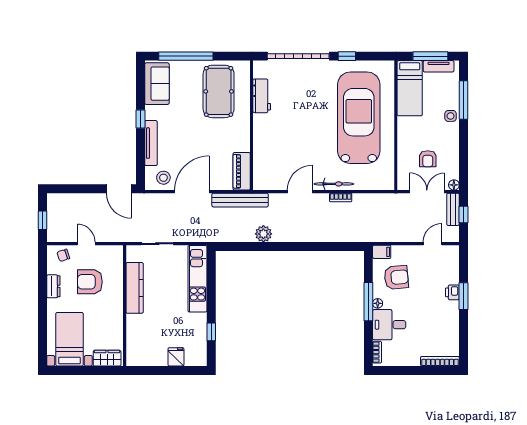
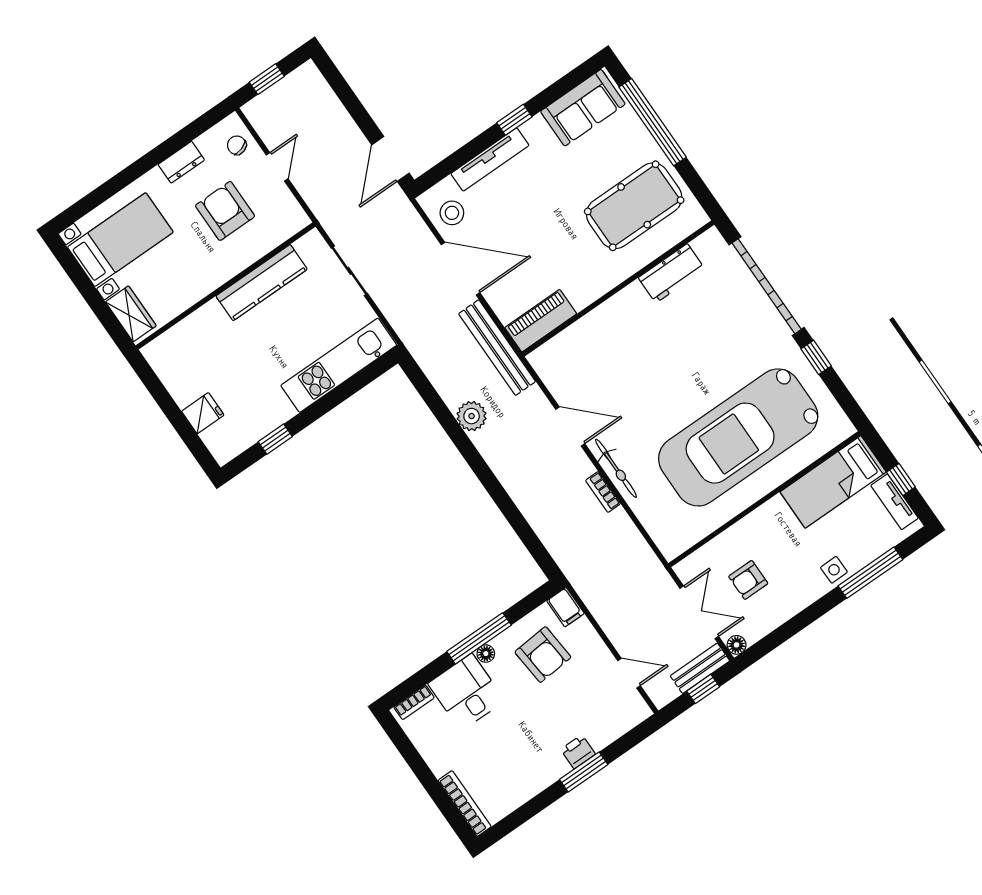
window: (430, 56) -> (901, 479), width x0.46
car: (359, 118) -> (738, 437), turned 180

